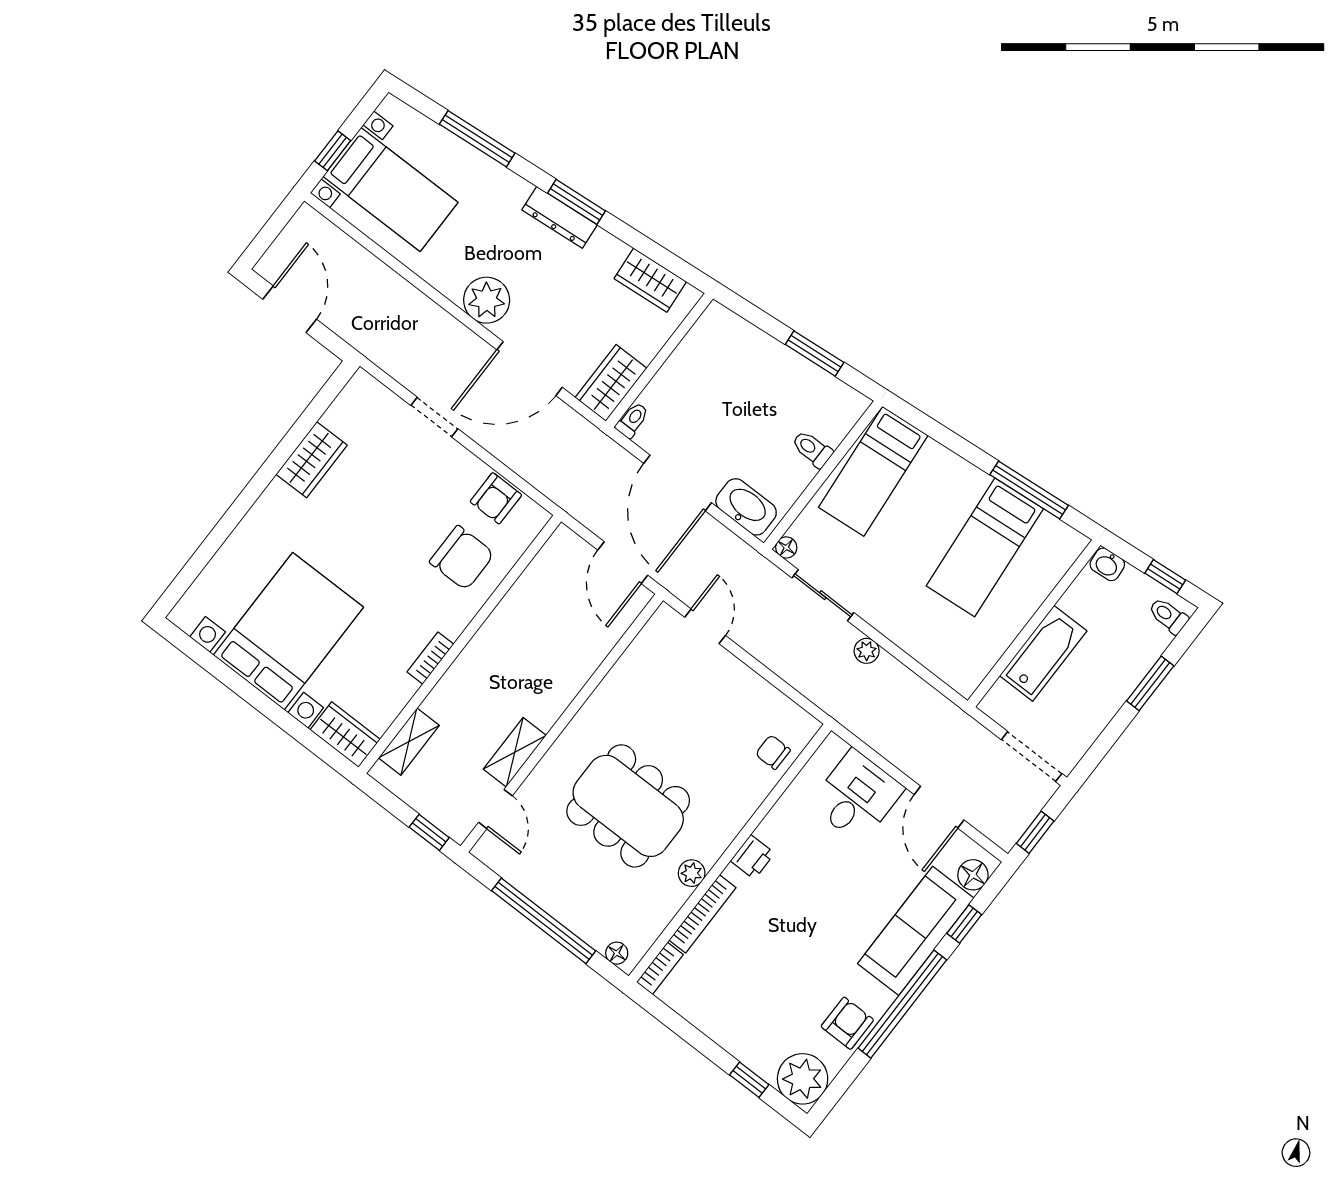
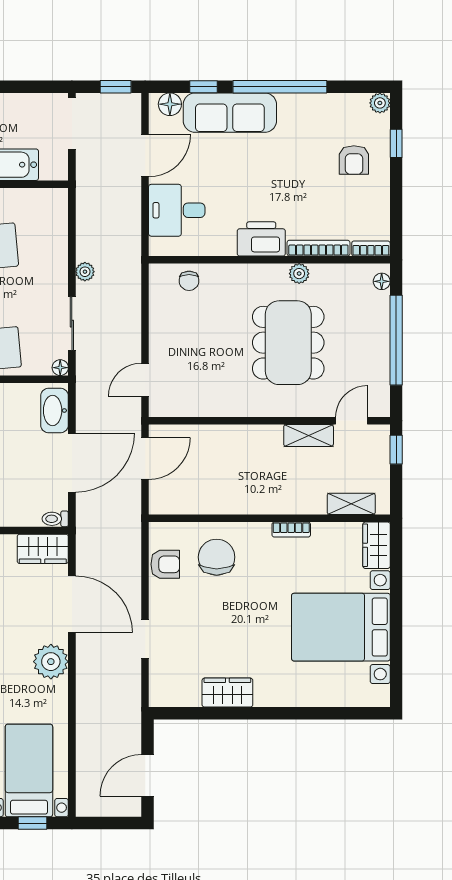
printer: (753, 857) -> (261, 239), width x1.87, depth x1.48
armchair: (847, 1023) -> (354, 160), moved, turned -90
plant: (803, 1079) -> (380, 103), width x0.53, depth x0.53

